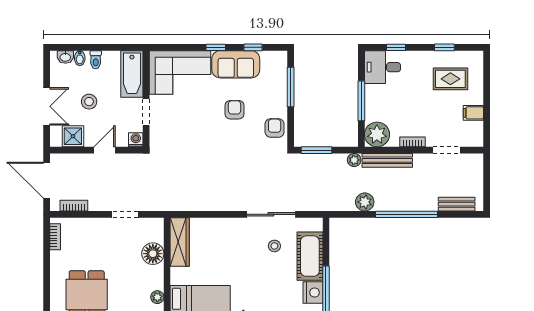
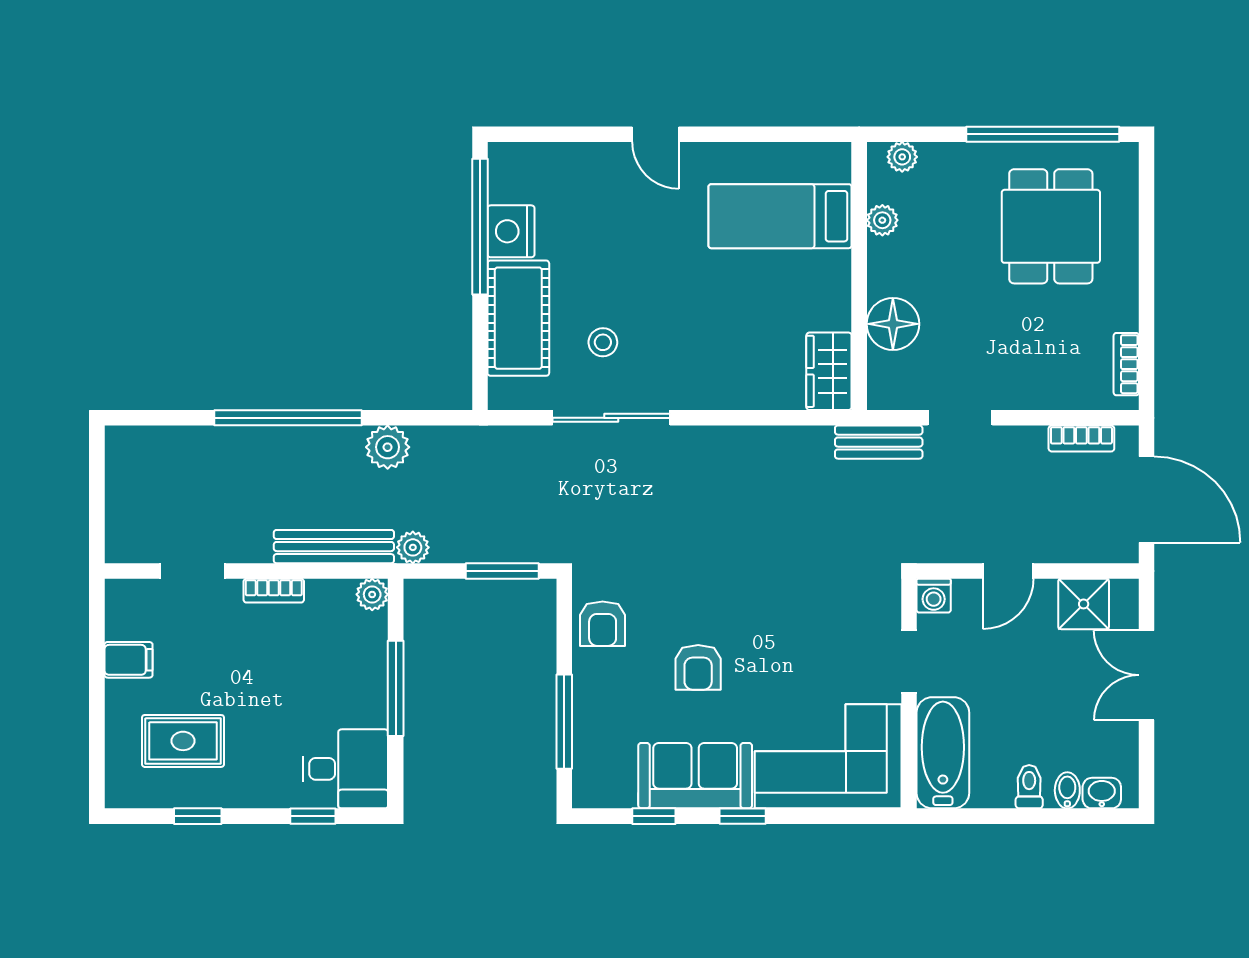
stool: (89, 102) -> (1045, 687), removed
plant: (377, 134) -> (372, 594), width x0.53, depth x0.53
bench: (457, 204) -> (879, 442), moved
wardrobe: (180, 242) -> (829, 371), width x0.67

